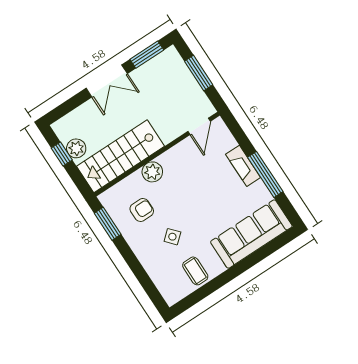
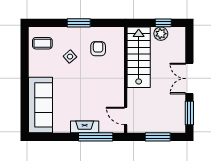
plant: (152, 172) -> (117, 70), removed
window: (265, 174) -> (96, 137), moved
armchair: (142, 210) -> (98, 49), turned 180
window: (108, 224) -> (79, 23), moved
coffee table: (195, 271) -> (42, 43), moved

